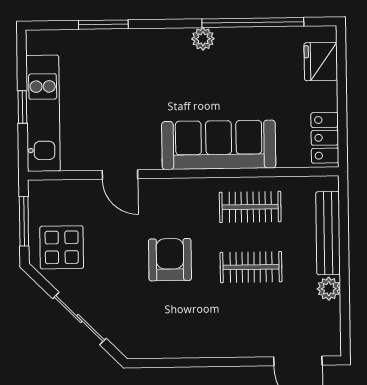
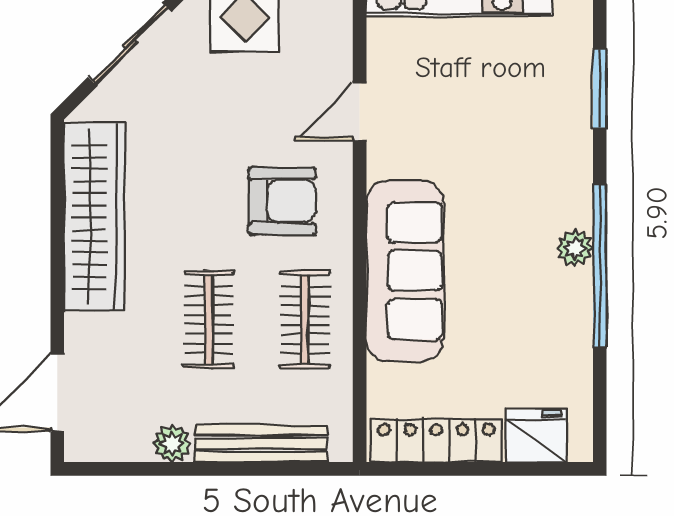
window: (253, 22) -> (600, 266), moved
locker: (325, 138) -> (436, 441), width x1.53
armchair: (170, 260) -> (282, 201), moved
wardrobe: (188, 339) -> (94, 217), added

